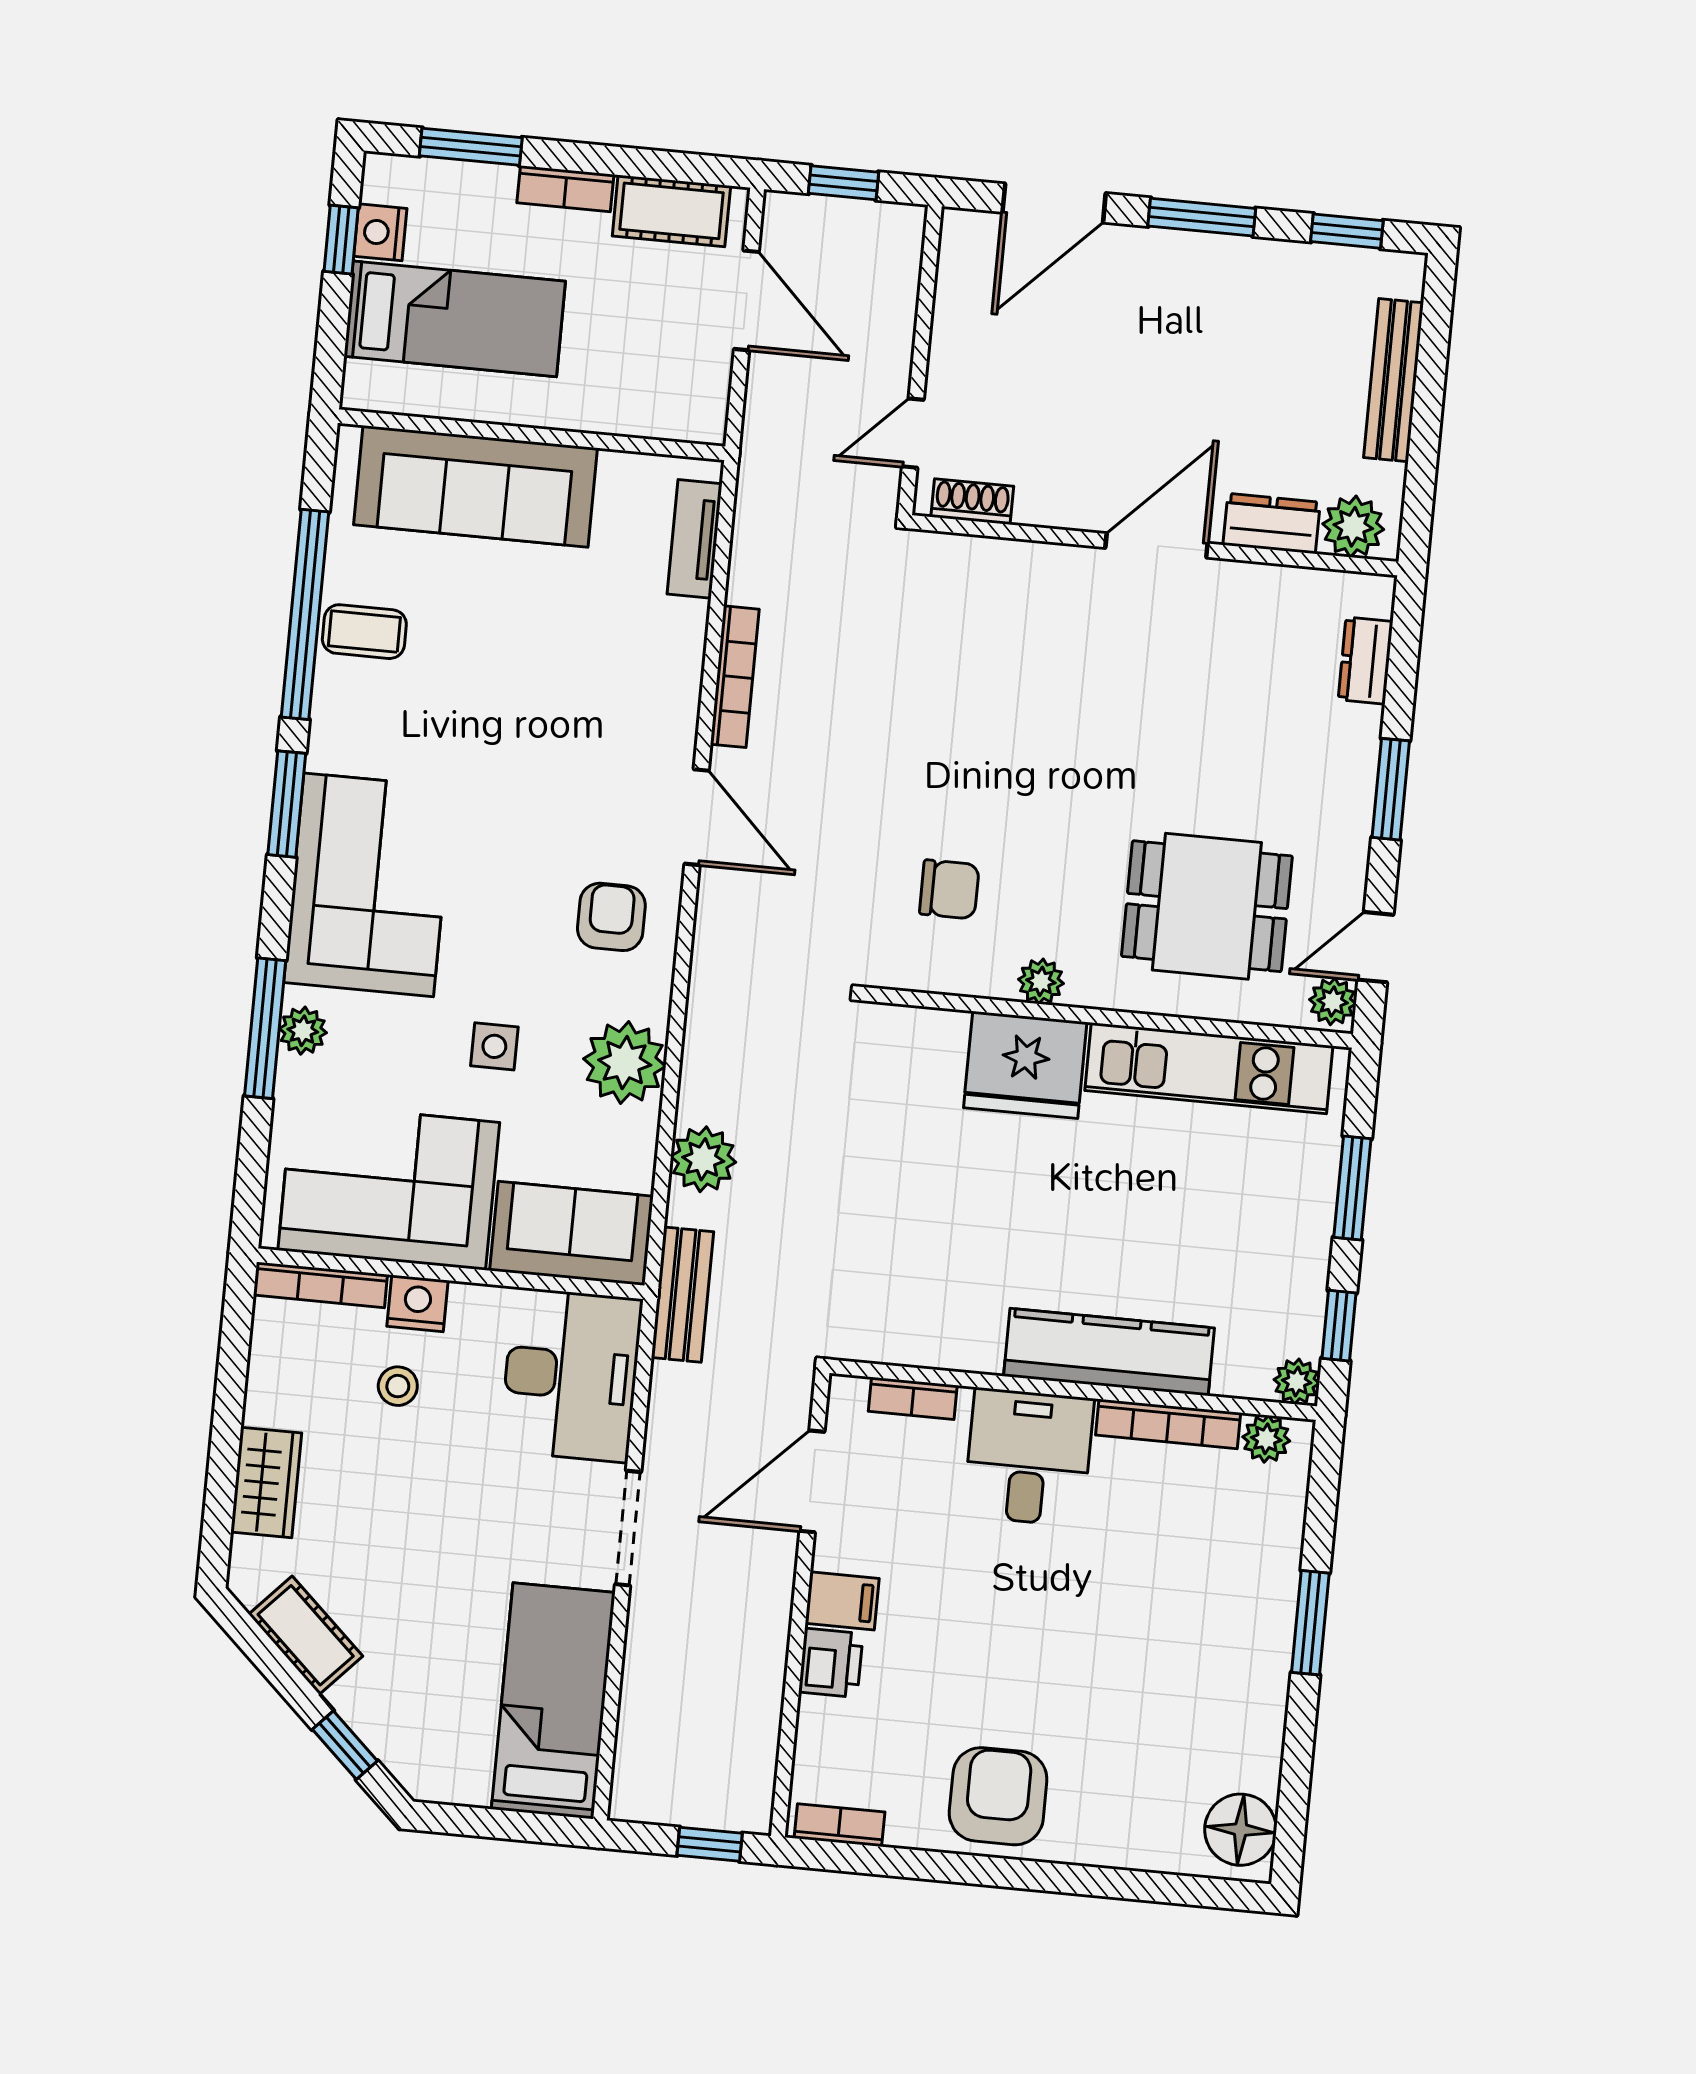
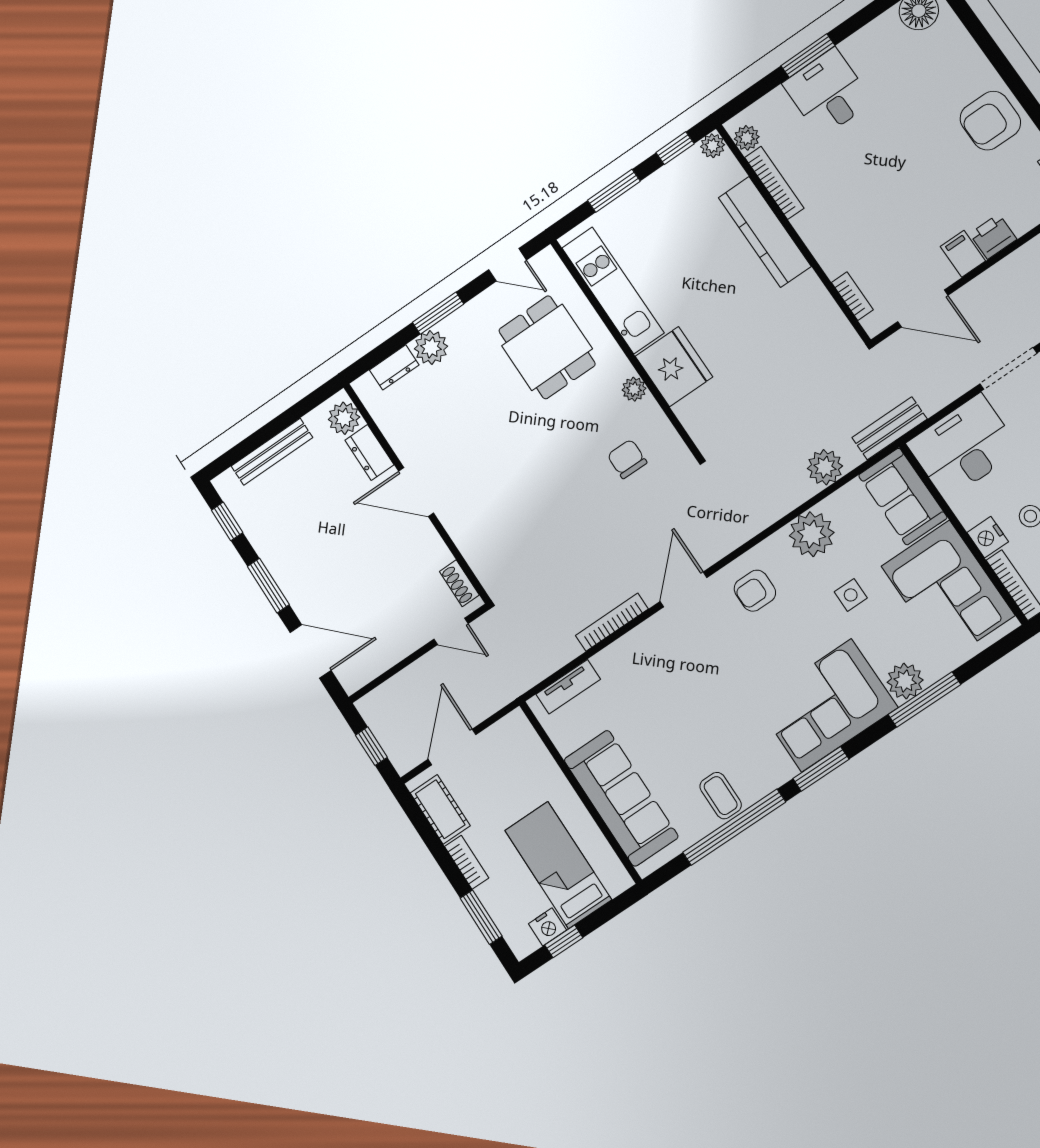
plant: (1333, 1002) -> (431, 348), moved, width x1.38, depth x1.38
plant: (303, 1031) -> (905, 681), width x1.38, depth x1.38
desk: (1029, 1457) -> (828, 93), moved, turned 90

